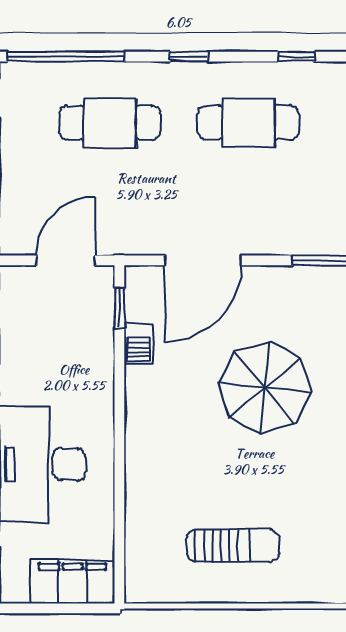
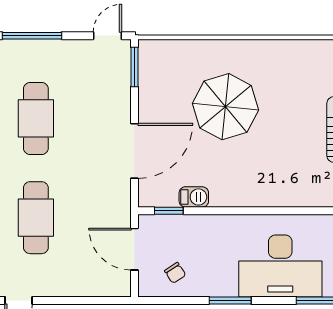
door: (203, 260) -> (134, 151), hinge flipped
chair: (32, 317) -> (175, 273), added

